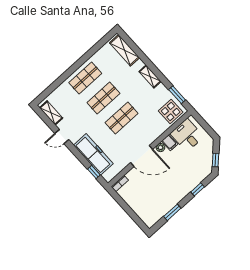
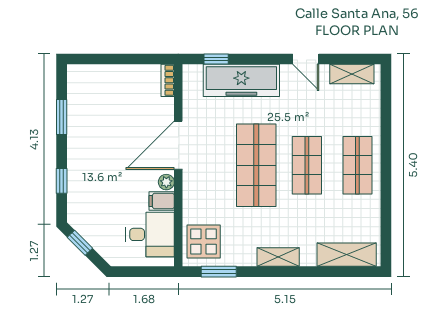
shop shelf: (122, 118) -> (256, 165), width x1.43, depth x1.36
door: (62, 137) -> (306, 59), swing flipped

